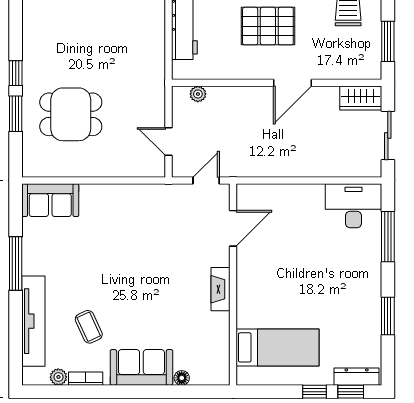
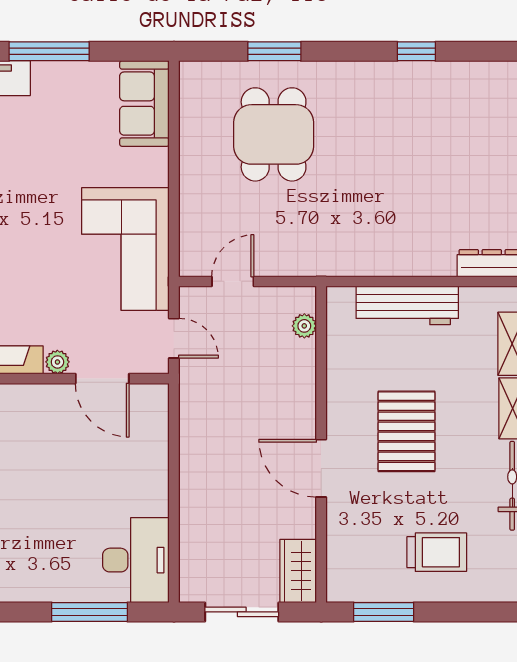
window: (16, 73) -> (416, 51), moved
corner sofa: (147, 213) -> (125, 249), added
plant: (222, 258) -> (57, 362), added

